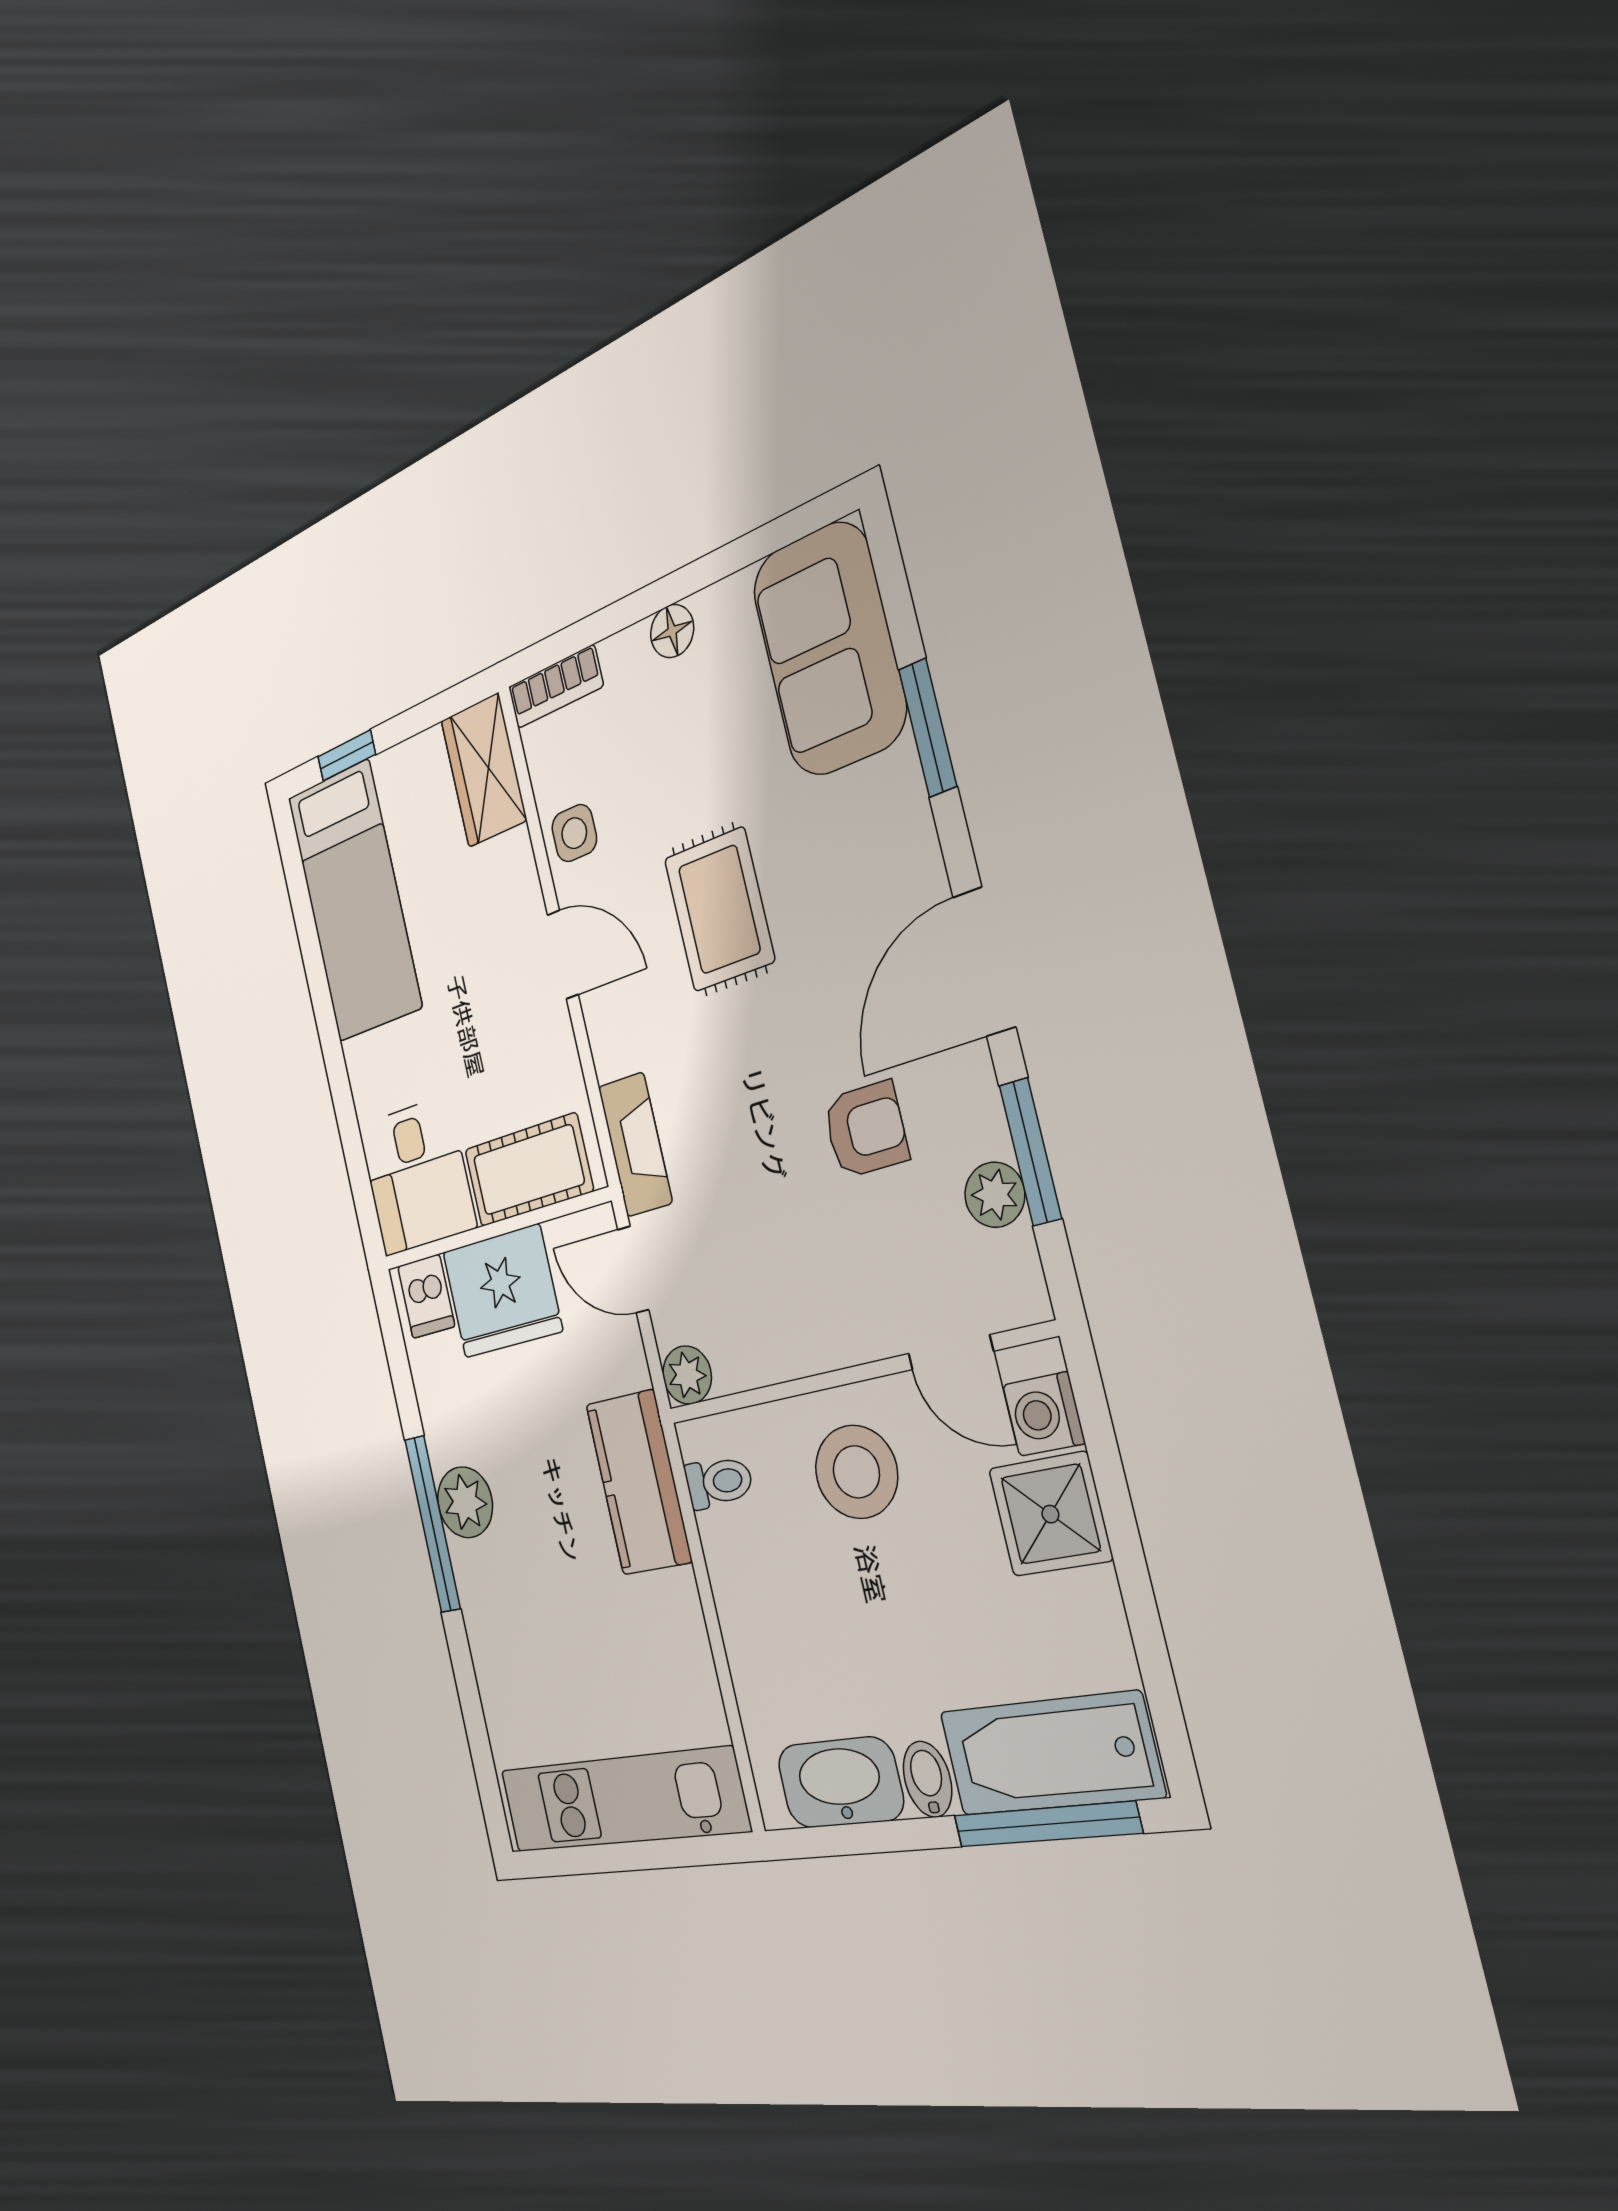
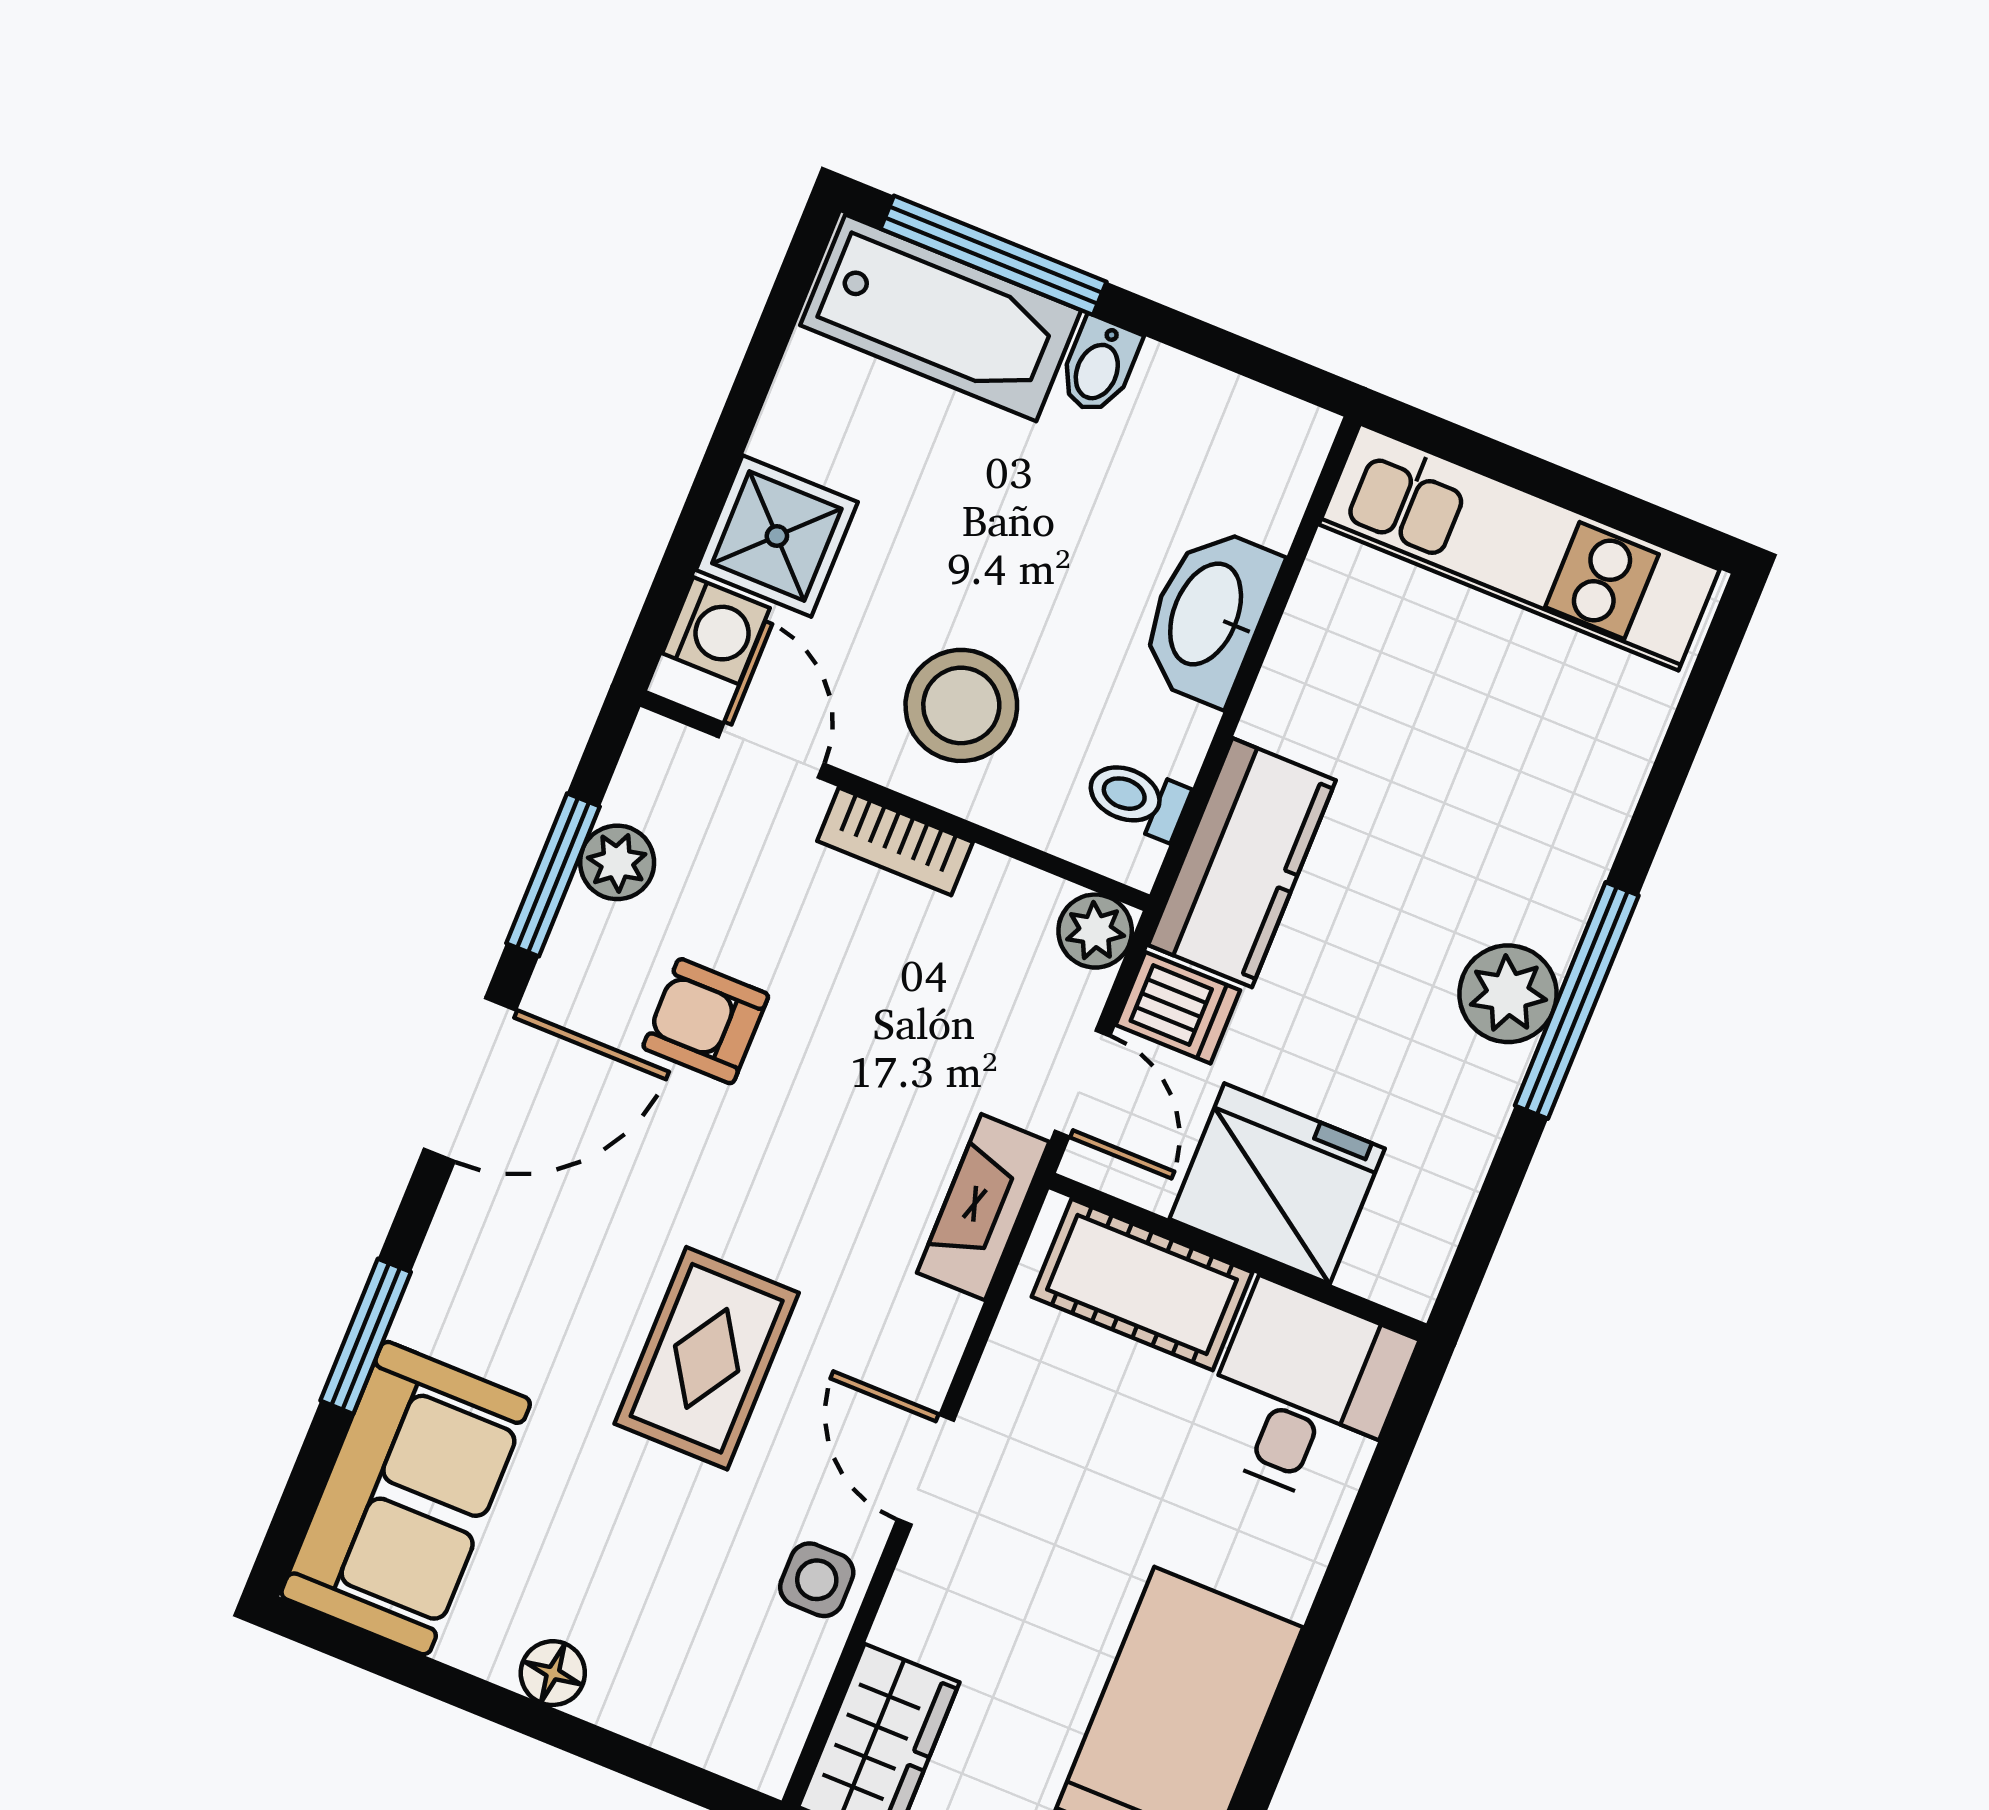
bookcase: (556, 687) -> (895, 841), moved, turned 180
dishwasher: (426, 1296) -> (1178, 1008), moved, turned 90
washbasin: (840, 1782) -> (1208, 615), moved, turned 90

